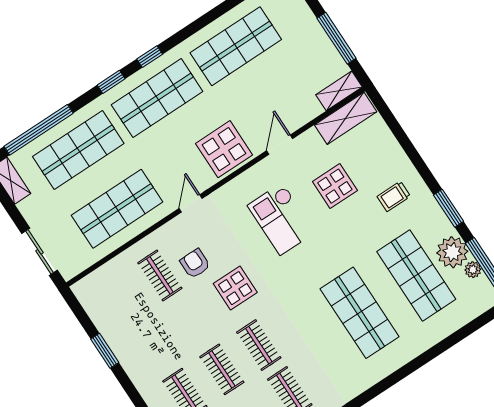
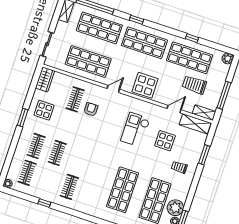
window: (150, 57) -> (192, 38), moved
trolley: (284, 72) -> (194, 85), added
door: (280, 145) -> (174, 109), moved
window: (449, 208) -> (204, 155), moved
display table: (235, 288) -> (44, 110), moved
wardrobe: (92, 298) -> (45, 79), added
clothes rail: (259, 345) -> (78, 160), removed
window: (105, 351) -> (23, 118), moved

